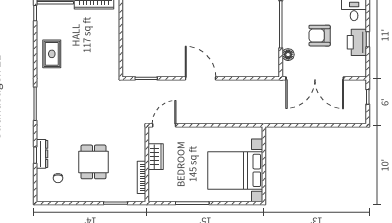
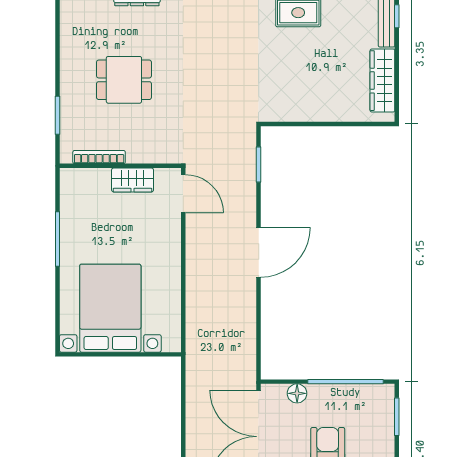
chair: (58, 178) -> (98, 23), removed

